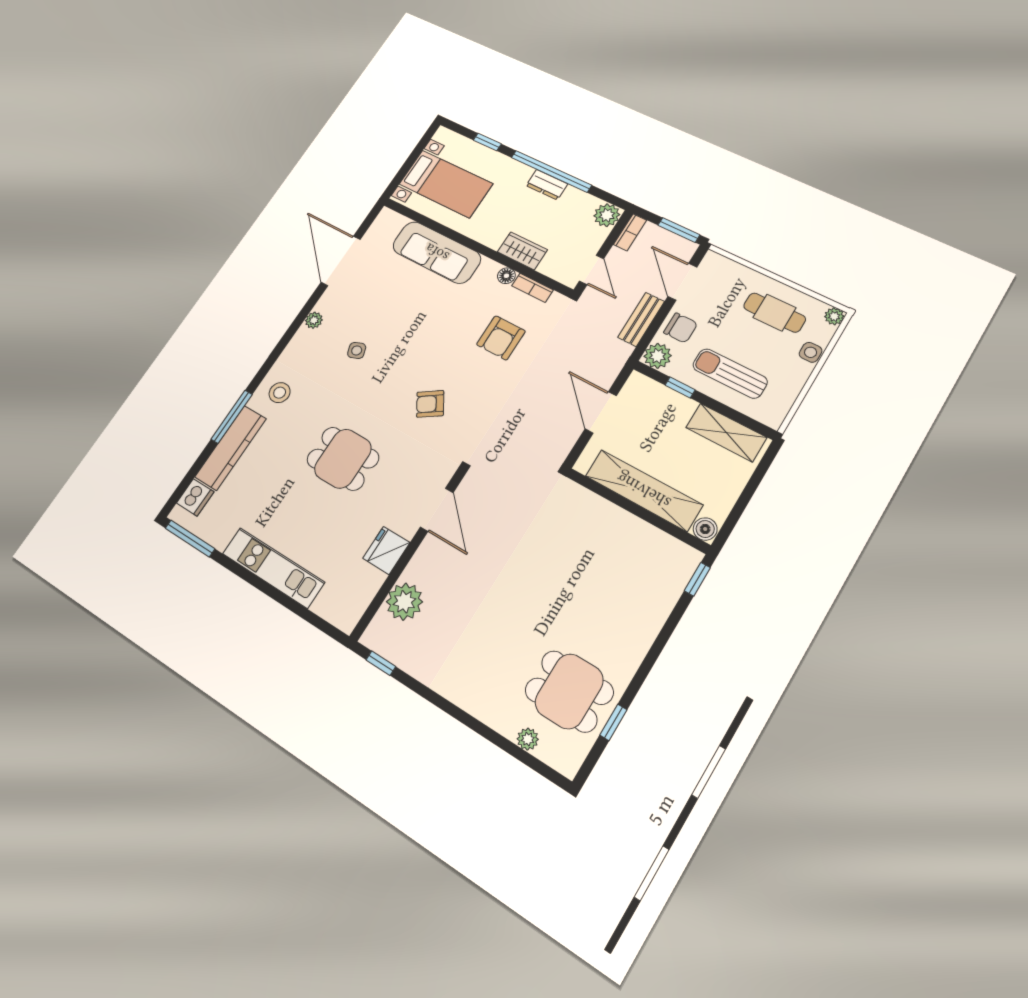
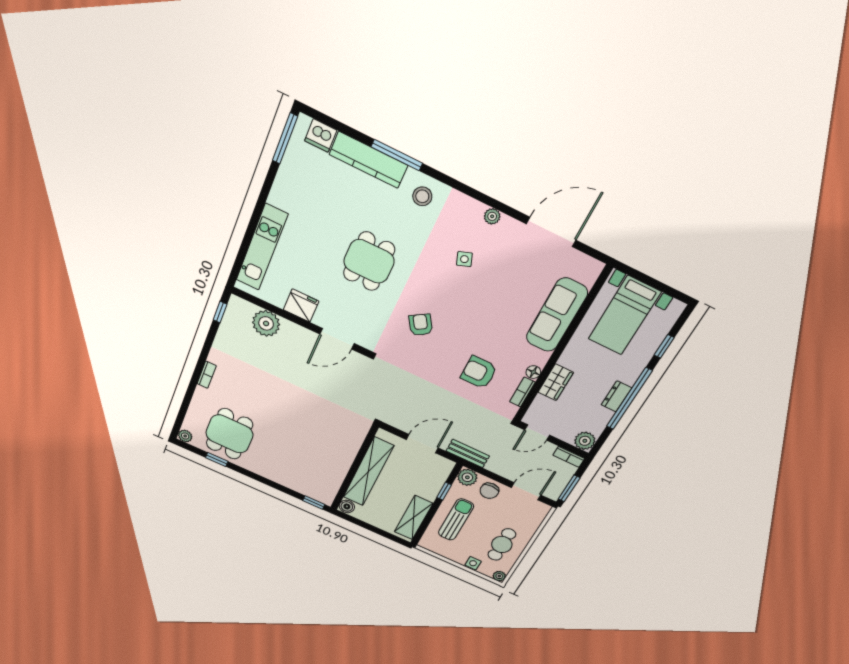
bench: (641, 319) -> (468, 453), moved
kitchen unit: (273, 568) -> (262, 247), moved
bookcase: (470, 705) -> (207, 375), added
plant: (528, 739) -> (185, 436), moved

